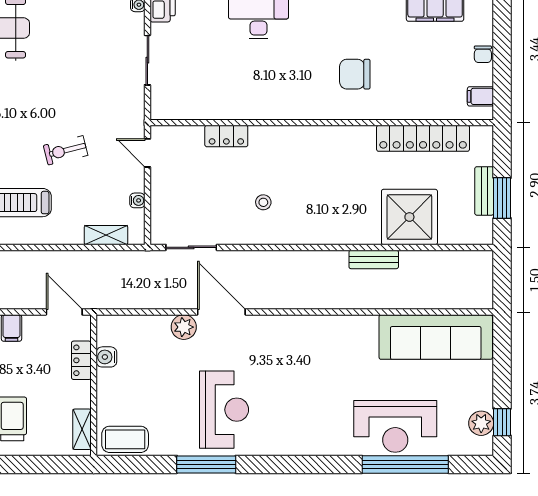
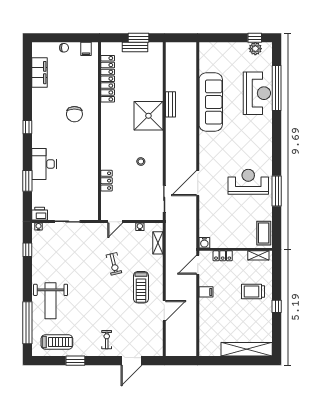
shower: (409, 217) -> (148, 116), moved
plant: (184, 327) -> (205, 203), removed
sofa: (436, 337) -> (211, 102), moved
water cooler: (106, 357) -> (204, 243), moved

